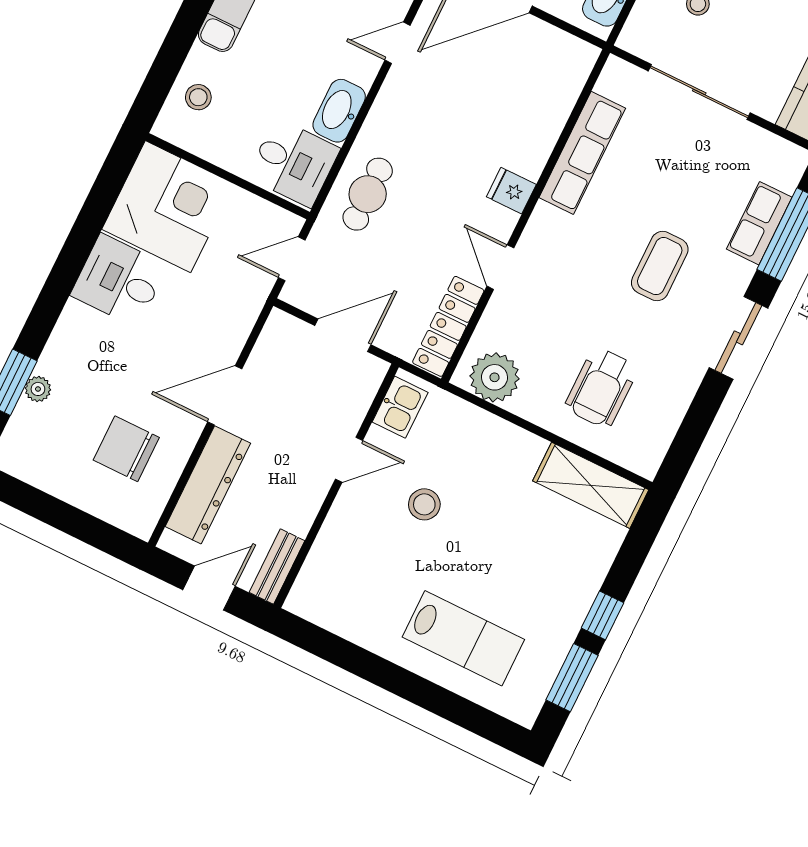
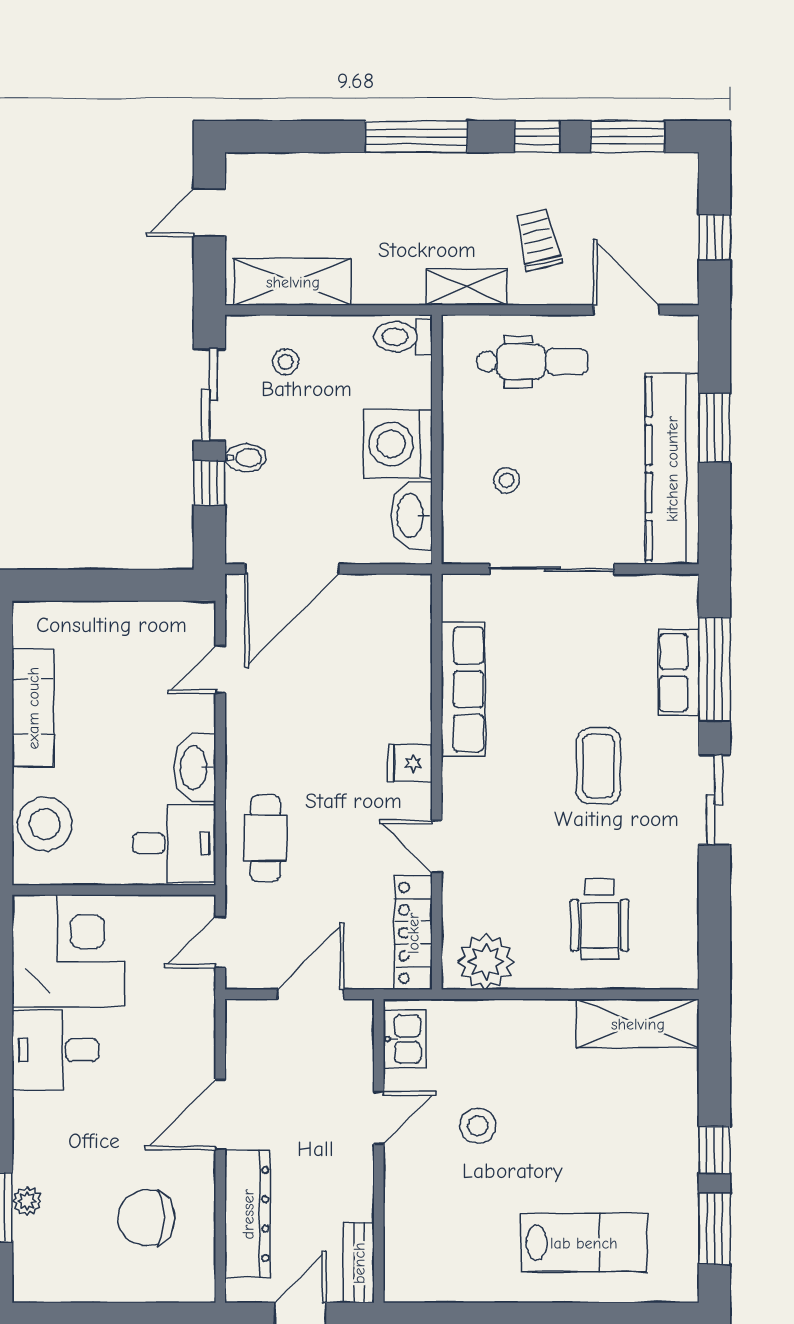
stool: (198, 97) -> (45, 824), width x1.89, depth x1.89

